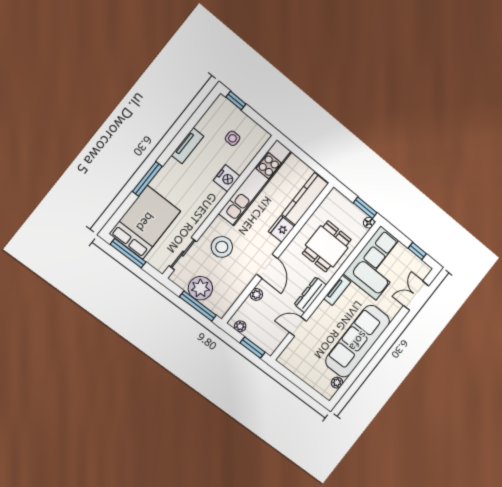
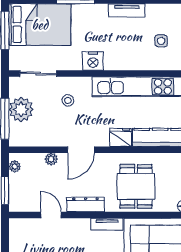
nightstand: (227, 178) -> (93, 61), moved
dining table: (327, 246) -> (136, 186), turned 90
stool: (222, 247) -> (68, 100), width x0.53, depth x0.53

